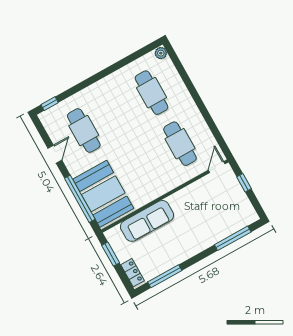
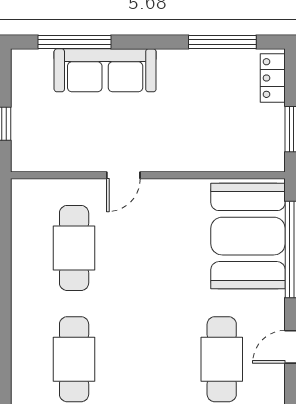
door: (217, 167) -> (123, 175), moved
sofa: (147, 221) -> (105, 70), moved, turned 180

